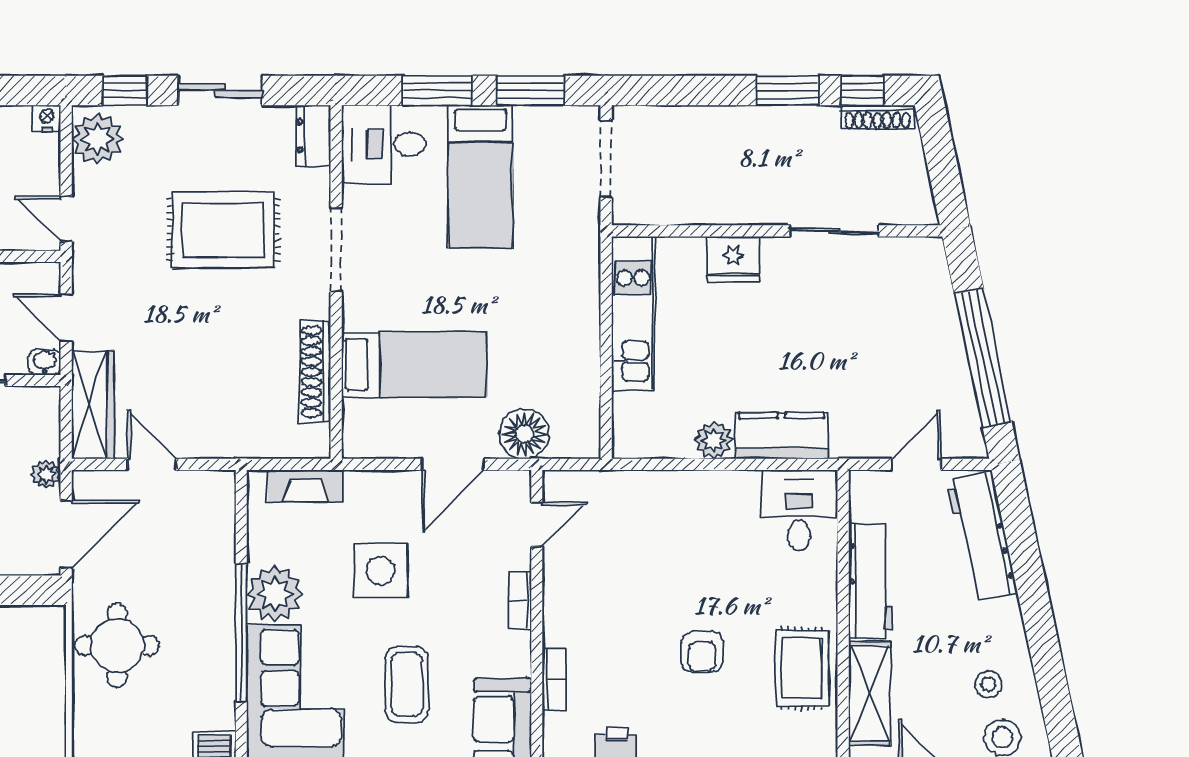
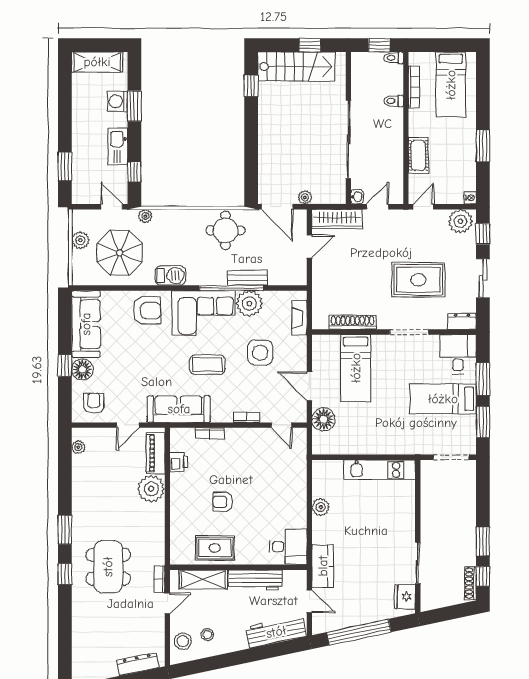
rug: (223, 230) -> (418, 280), turned 90
fridge: (733, 259) -> (405, 597), moved
kitchen counter: (781, 436) -> (323, 566), moved
bench: (220, 598) -> (247, 278), added

